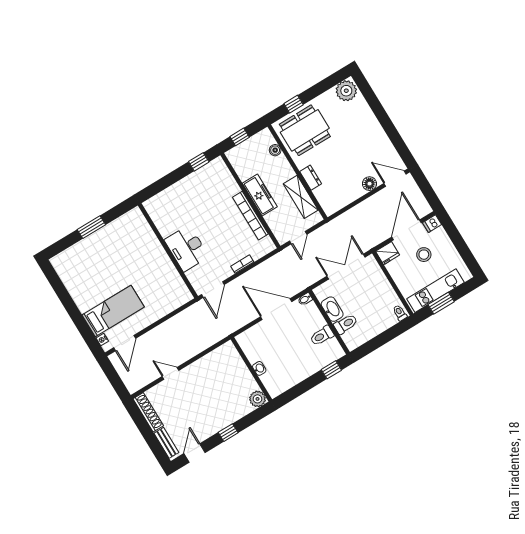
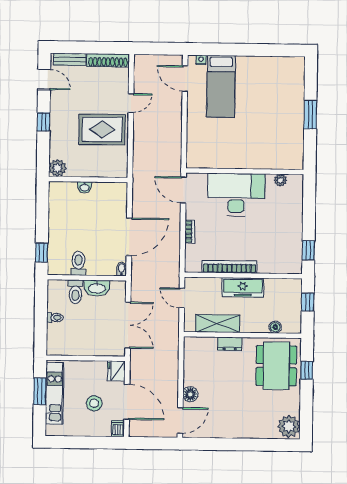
plant: (157, 218) -> (280, 180), added
desk: (187, 248) -> (236, 195), width x1.36, depth x1.30
toilet: (400, 313) -> (55, 318), moved
rug: (205, 383) -> (102, 129), added

